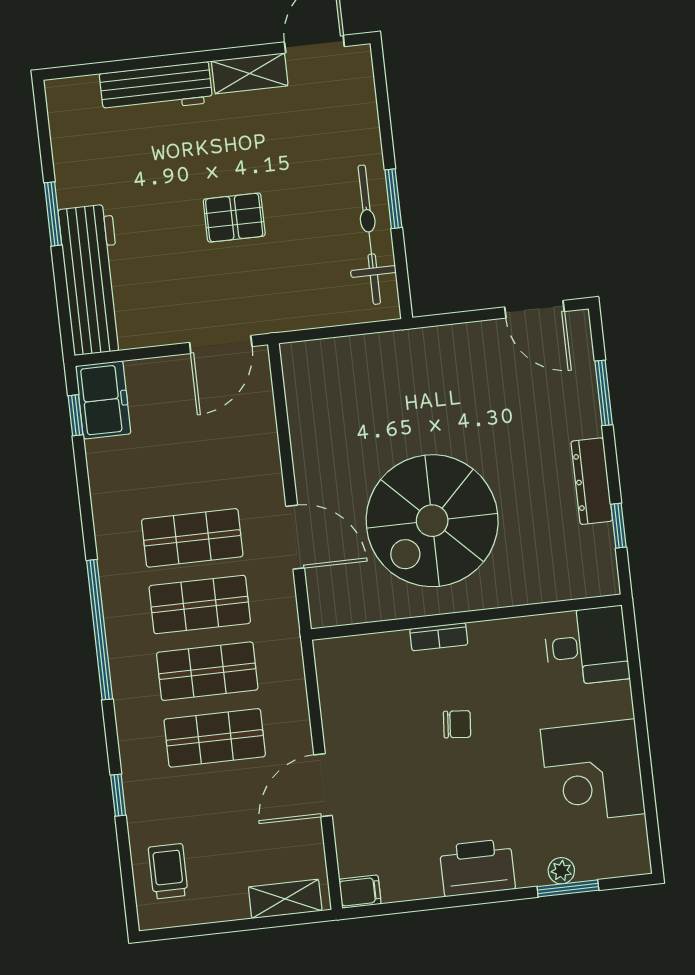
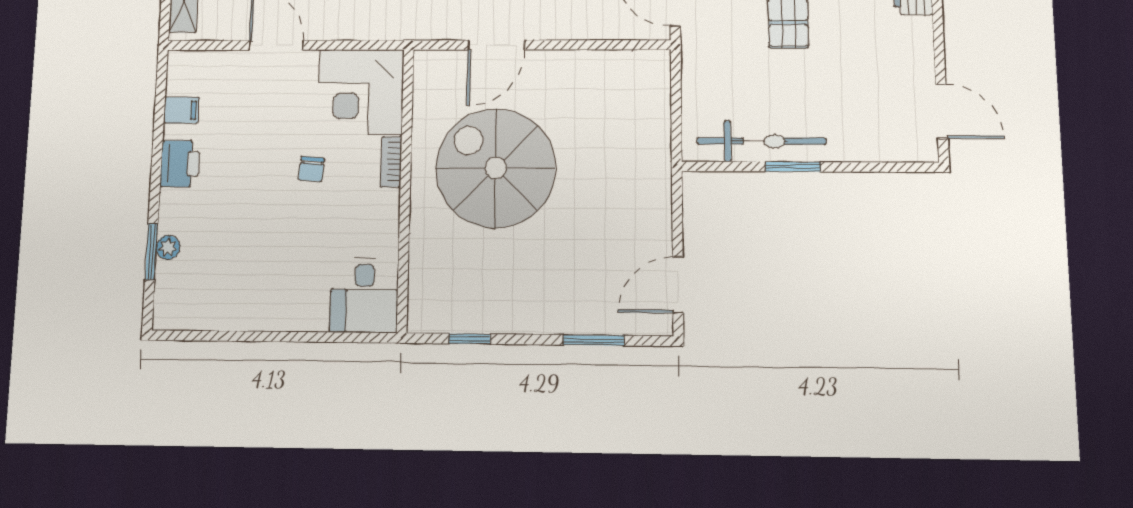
shelving: (250, 73) -> (919, 50), removed
dresser: (592, 481) -> (513, 319), removed
corner desk: (593, 771) -> (361, 92), moved, turned -90
printer: (477, 868) -> (180, 164), width x0.73, depth x0.84
filing cabinet: (360, 892) -> (181, 110), moved, turned -90

